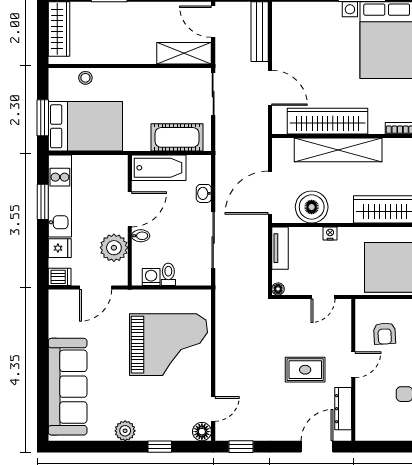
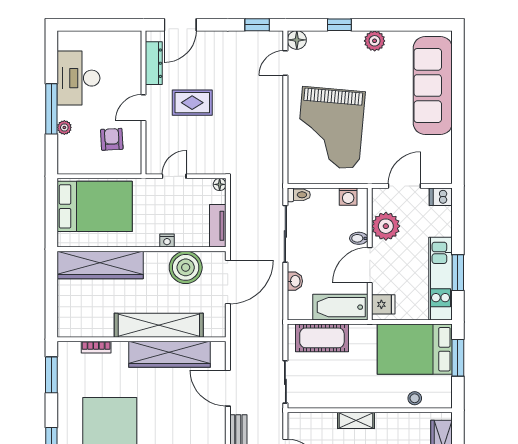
shelving: (184, 53) -> (356, 420), moved, width x0.67, depth x0.75
fridge: (60, 248) -> (383, 304), moved, turned 180
toilet: (168, 274) -> (299, 195), moved, turned -90
grand piano: (169, 345) -> (331, 128), turned -85

